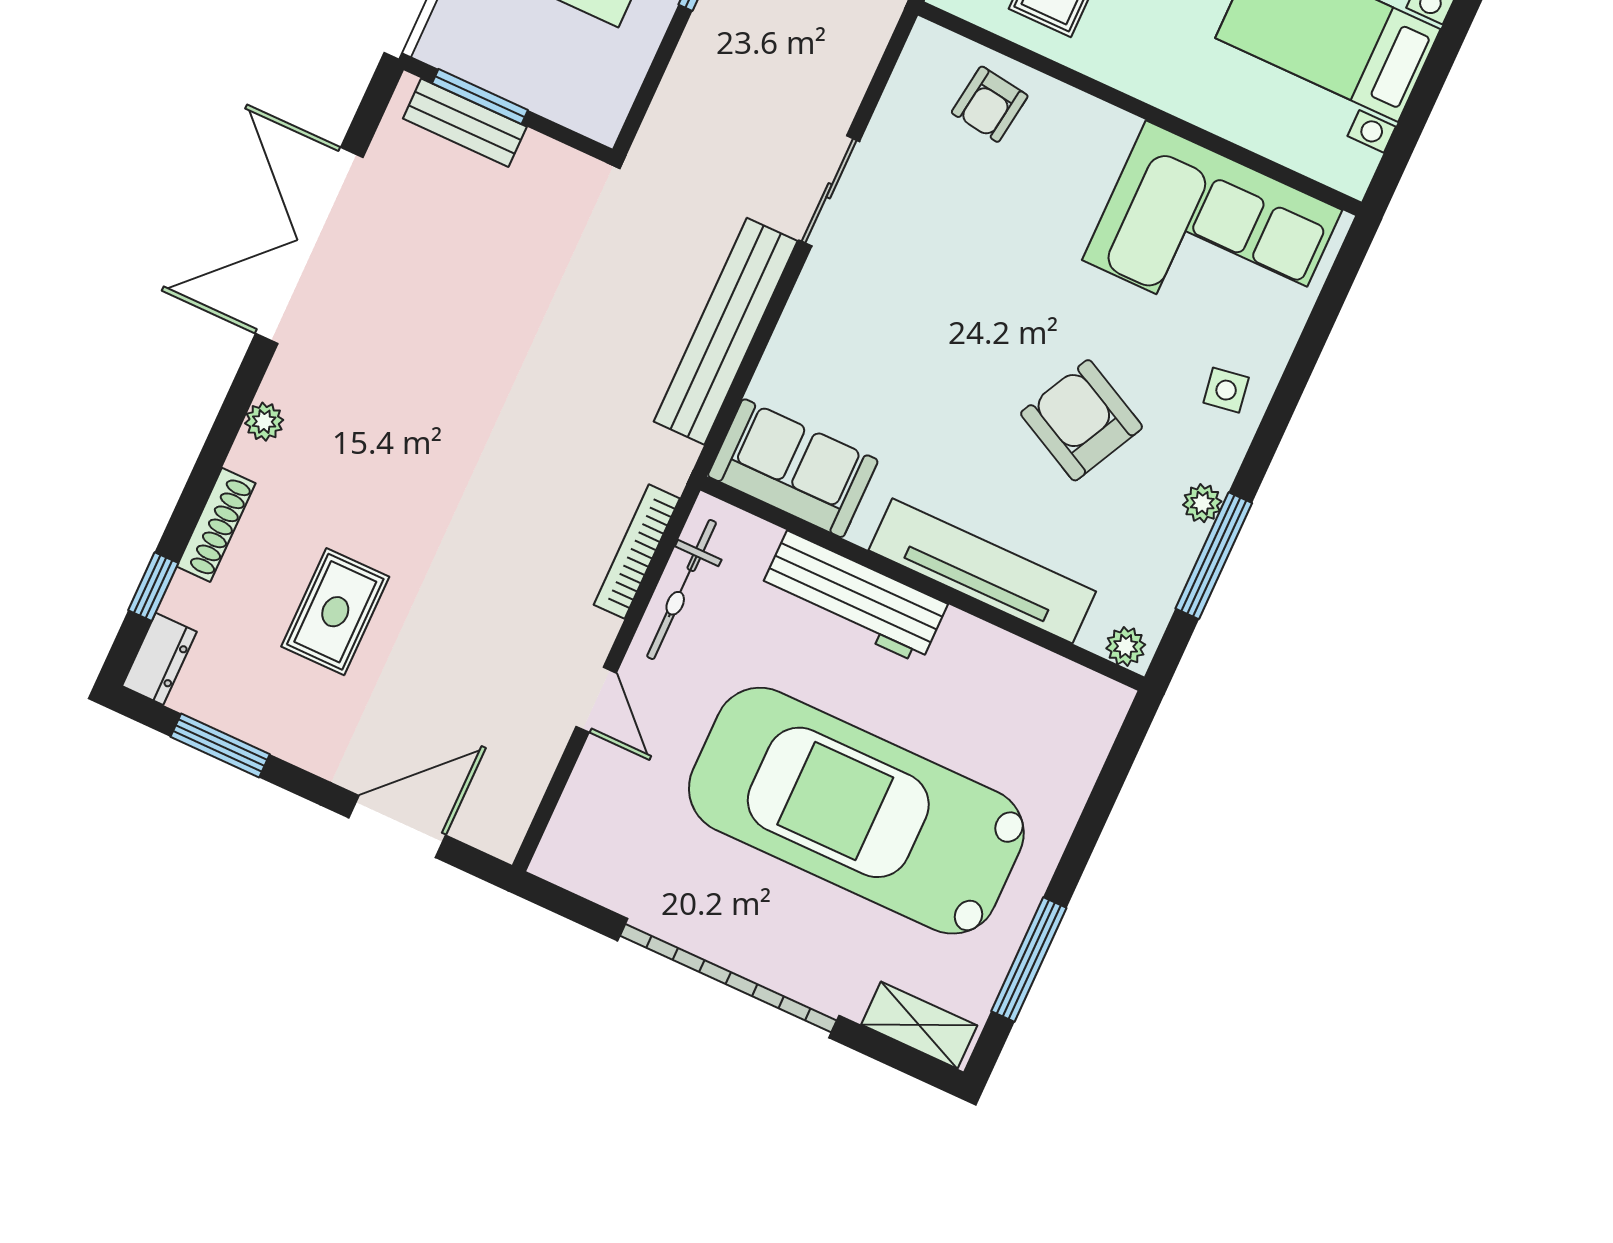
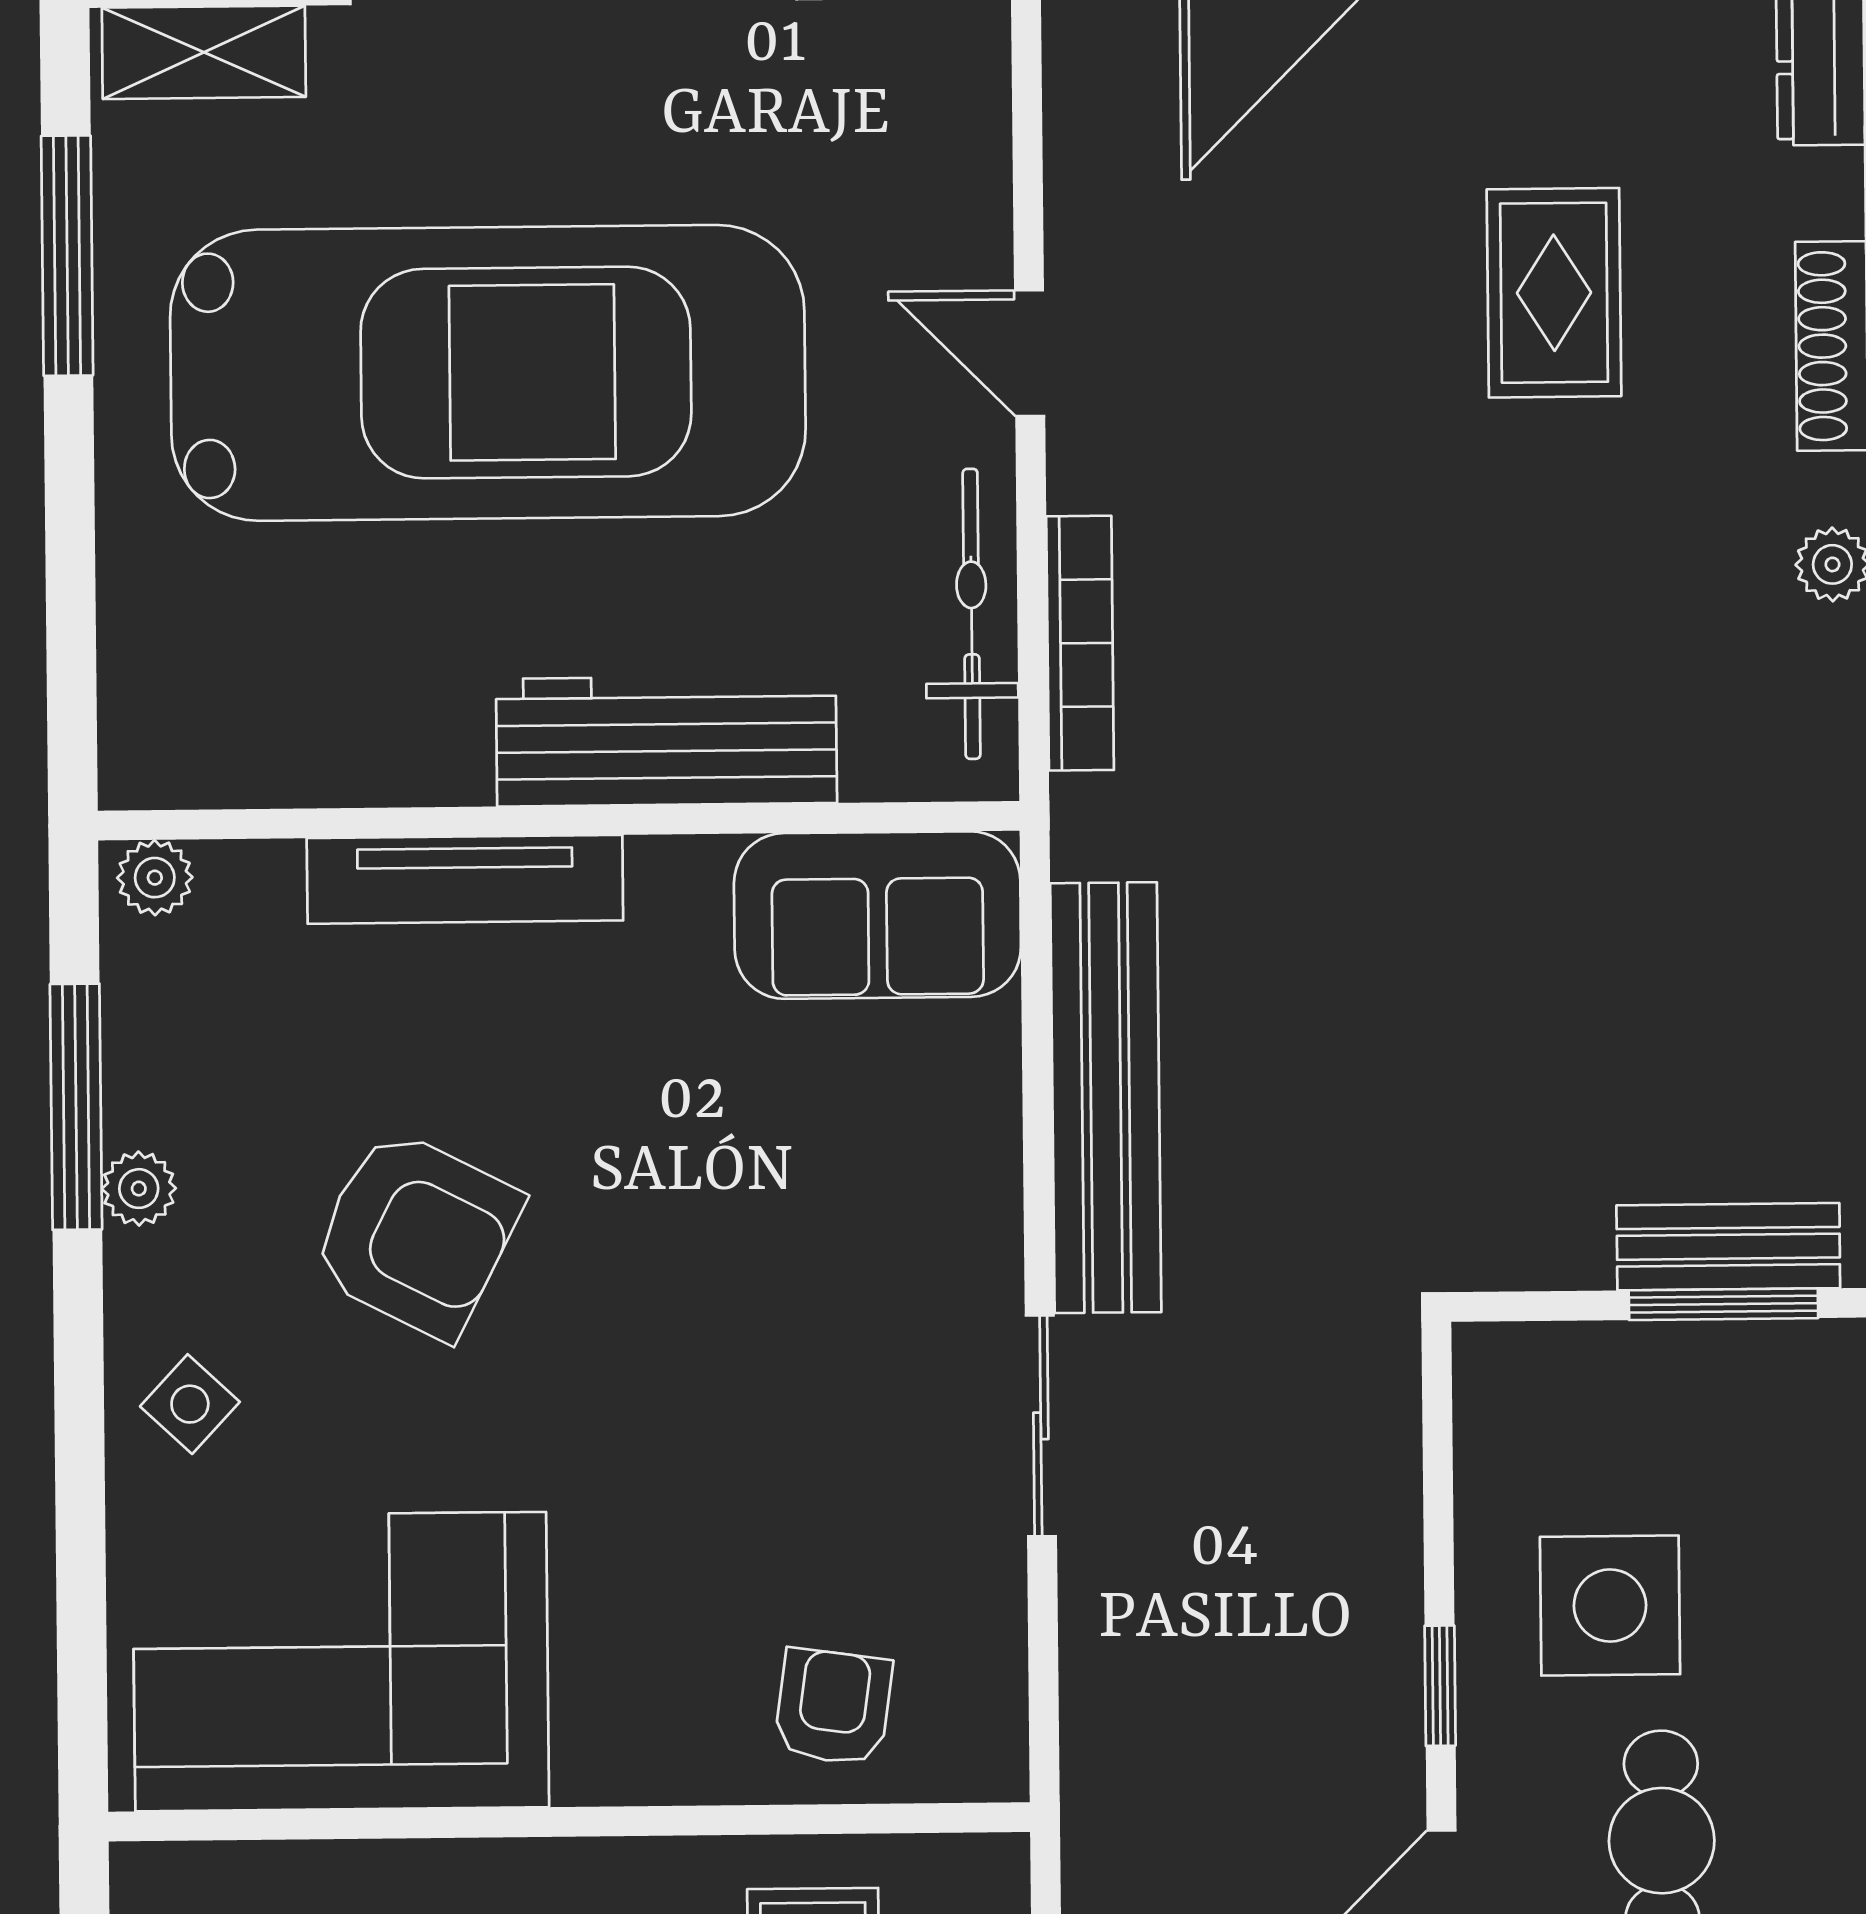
side table: (1226, 390) -> (190, 1404), turned -38
tv unit: (982, 571) -> (465, 879), width x0.73, depth x0.78

